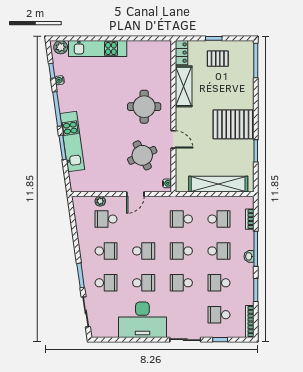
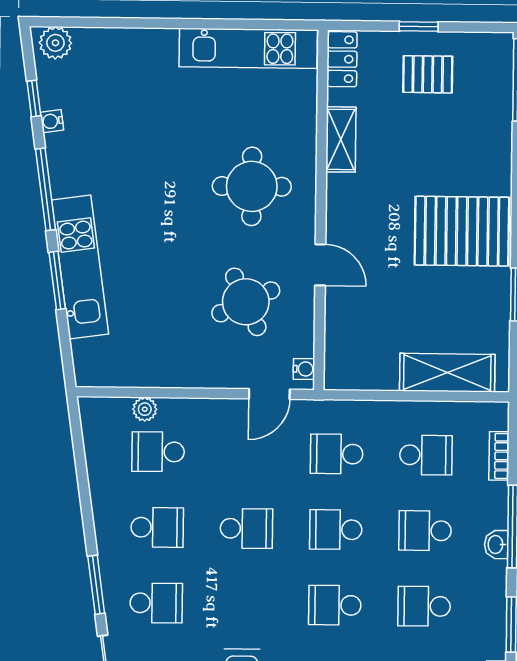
kitchen unit: (98, 48) -> (248, 48), moved
shelving: (184, 86) -> (341, 139), width x0.67, depth x0.75
shelving: (218, 184) -> (447, 373), width x0.68
door: (135, 194) -> (269, 394), moved
school desk: (219, 251) -> (425, 531), turned 180
school desk: (144, 283) -> (246, 604), removed

